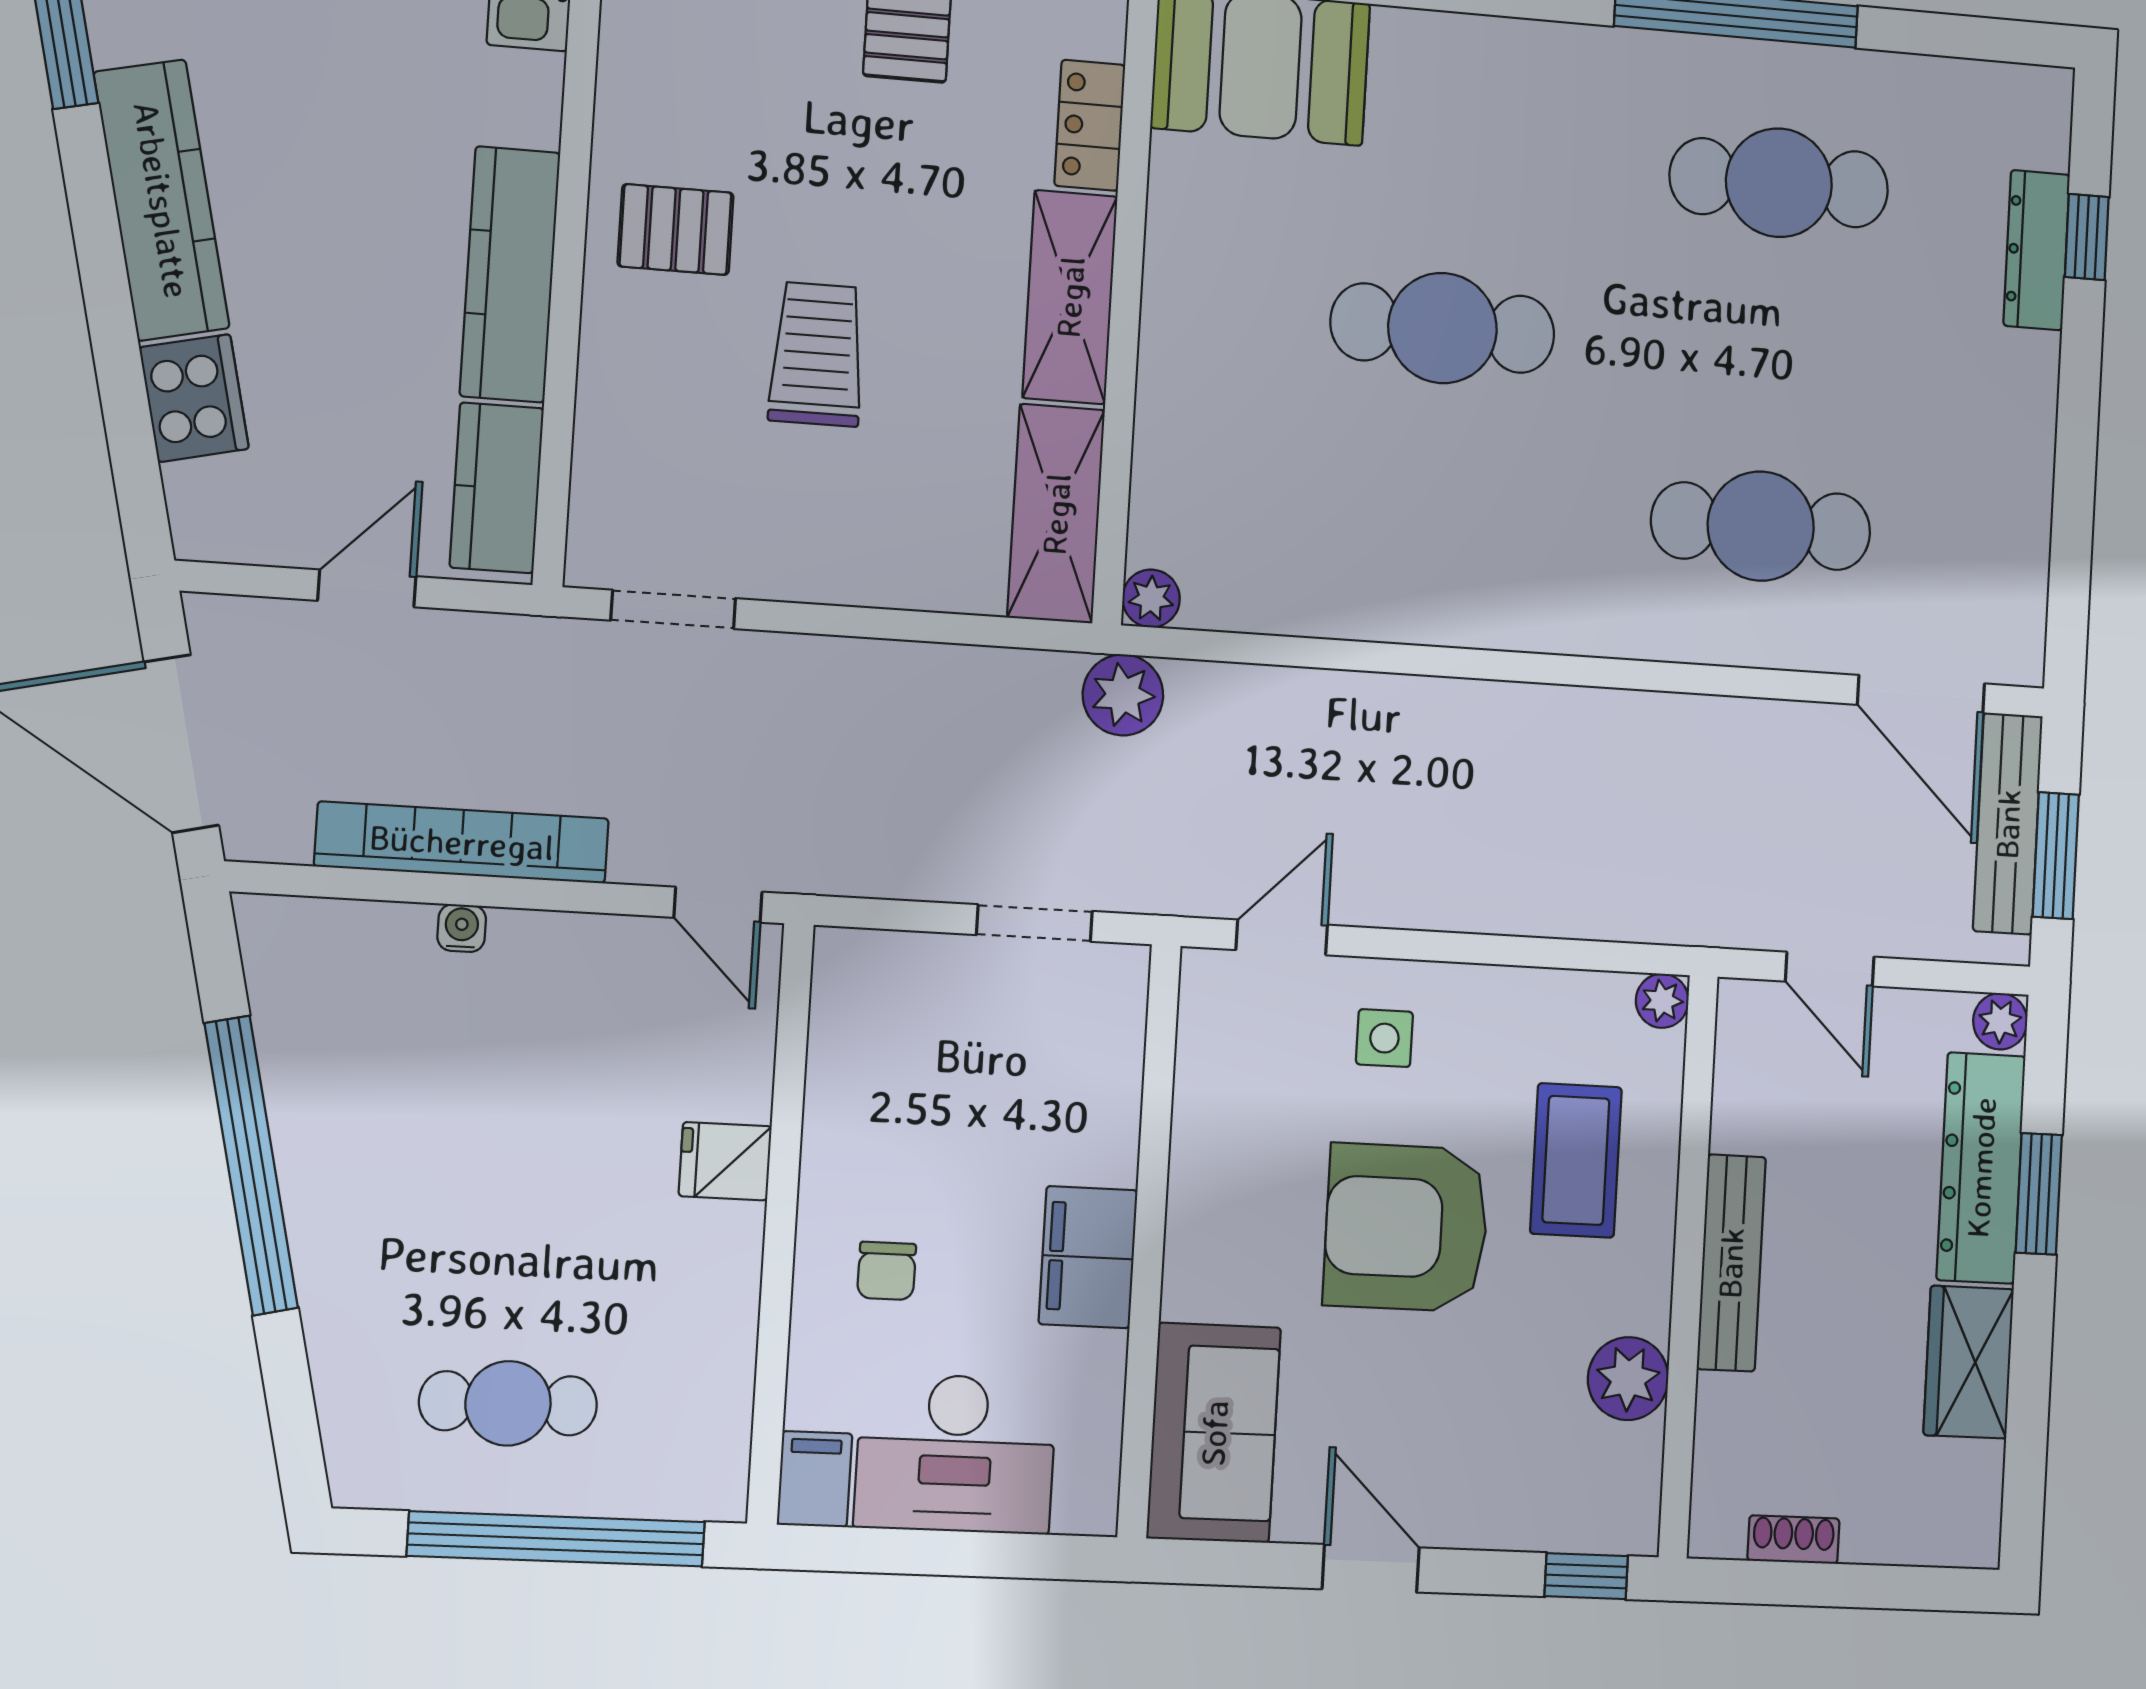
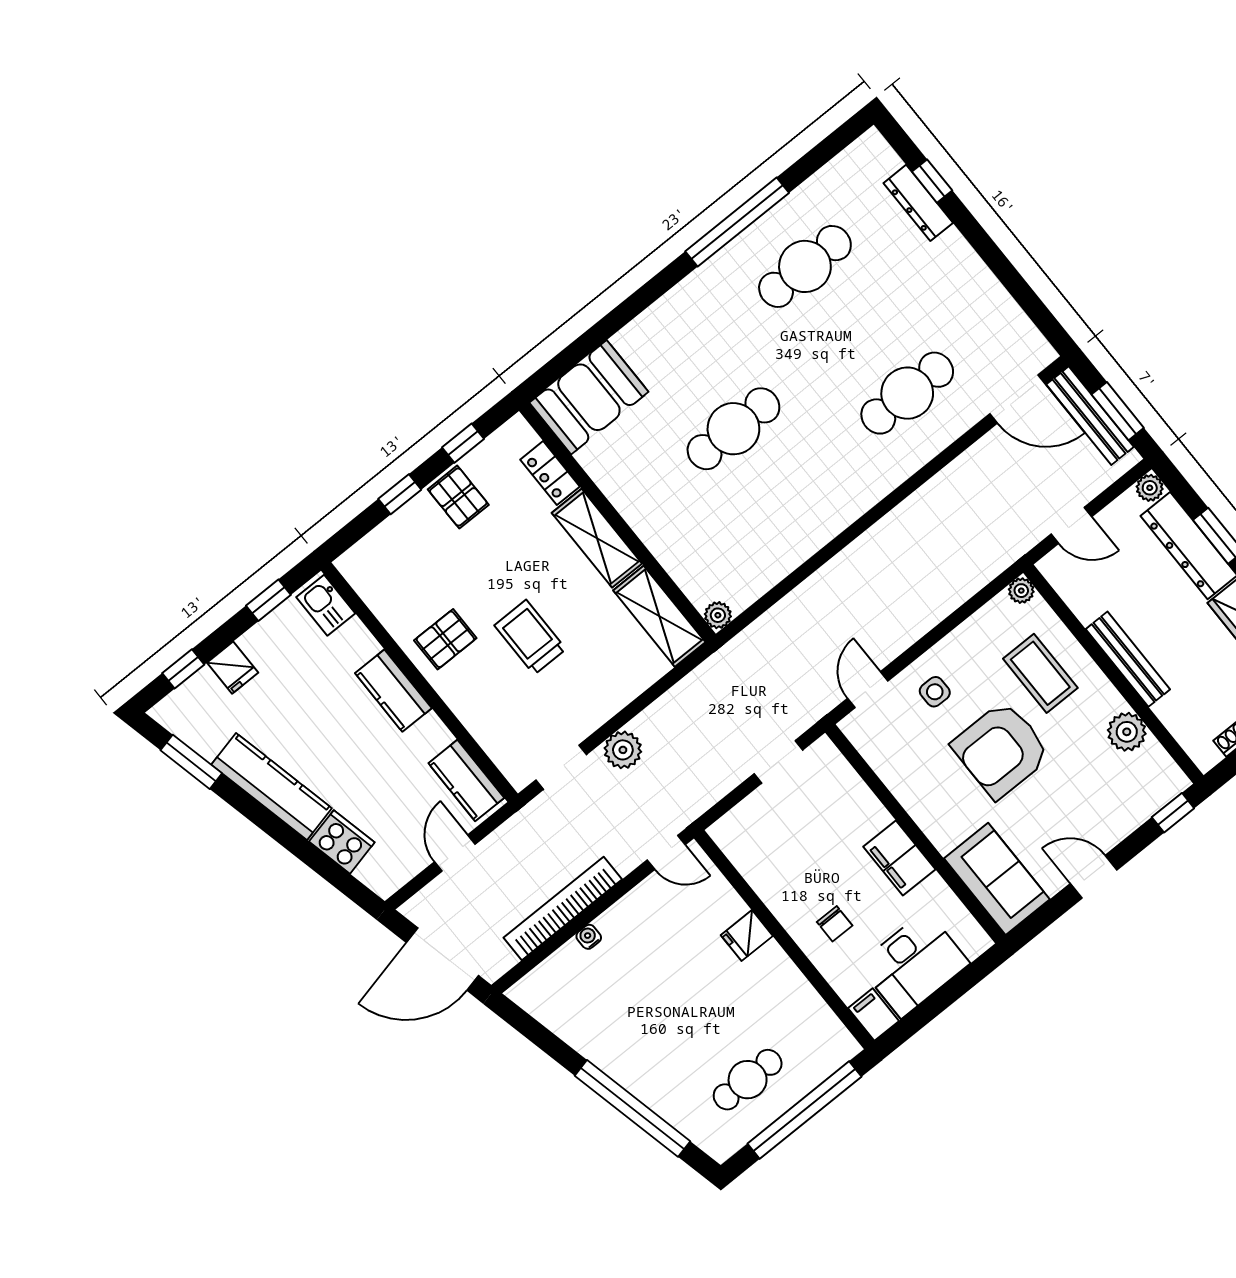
kitchen counter: (510, 274) -> (393, 691), width x0.67
plant: (1123, 695) -> (623, 750), moved
window: (251, 1165) -> (633, 1108), moved

